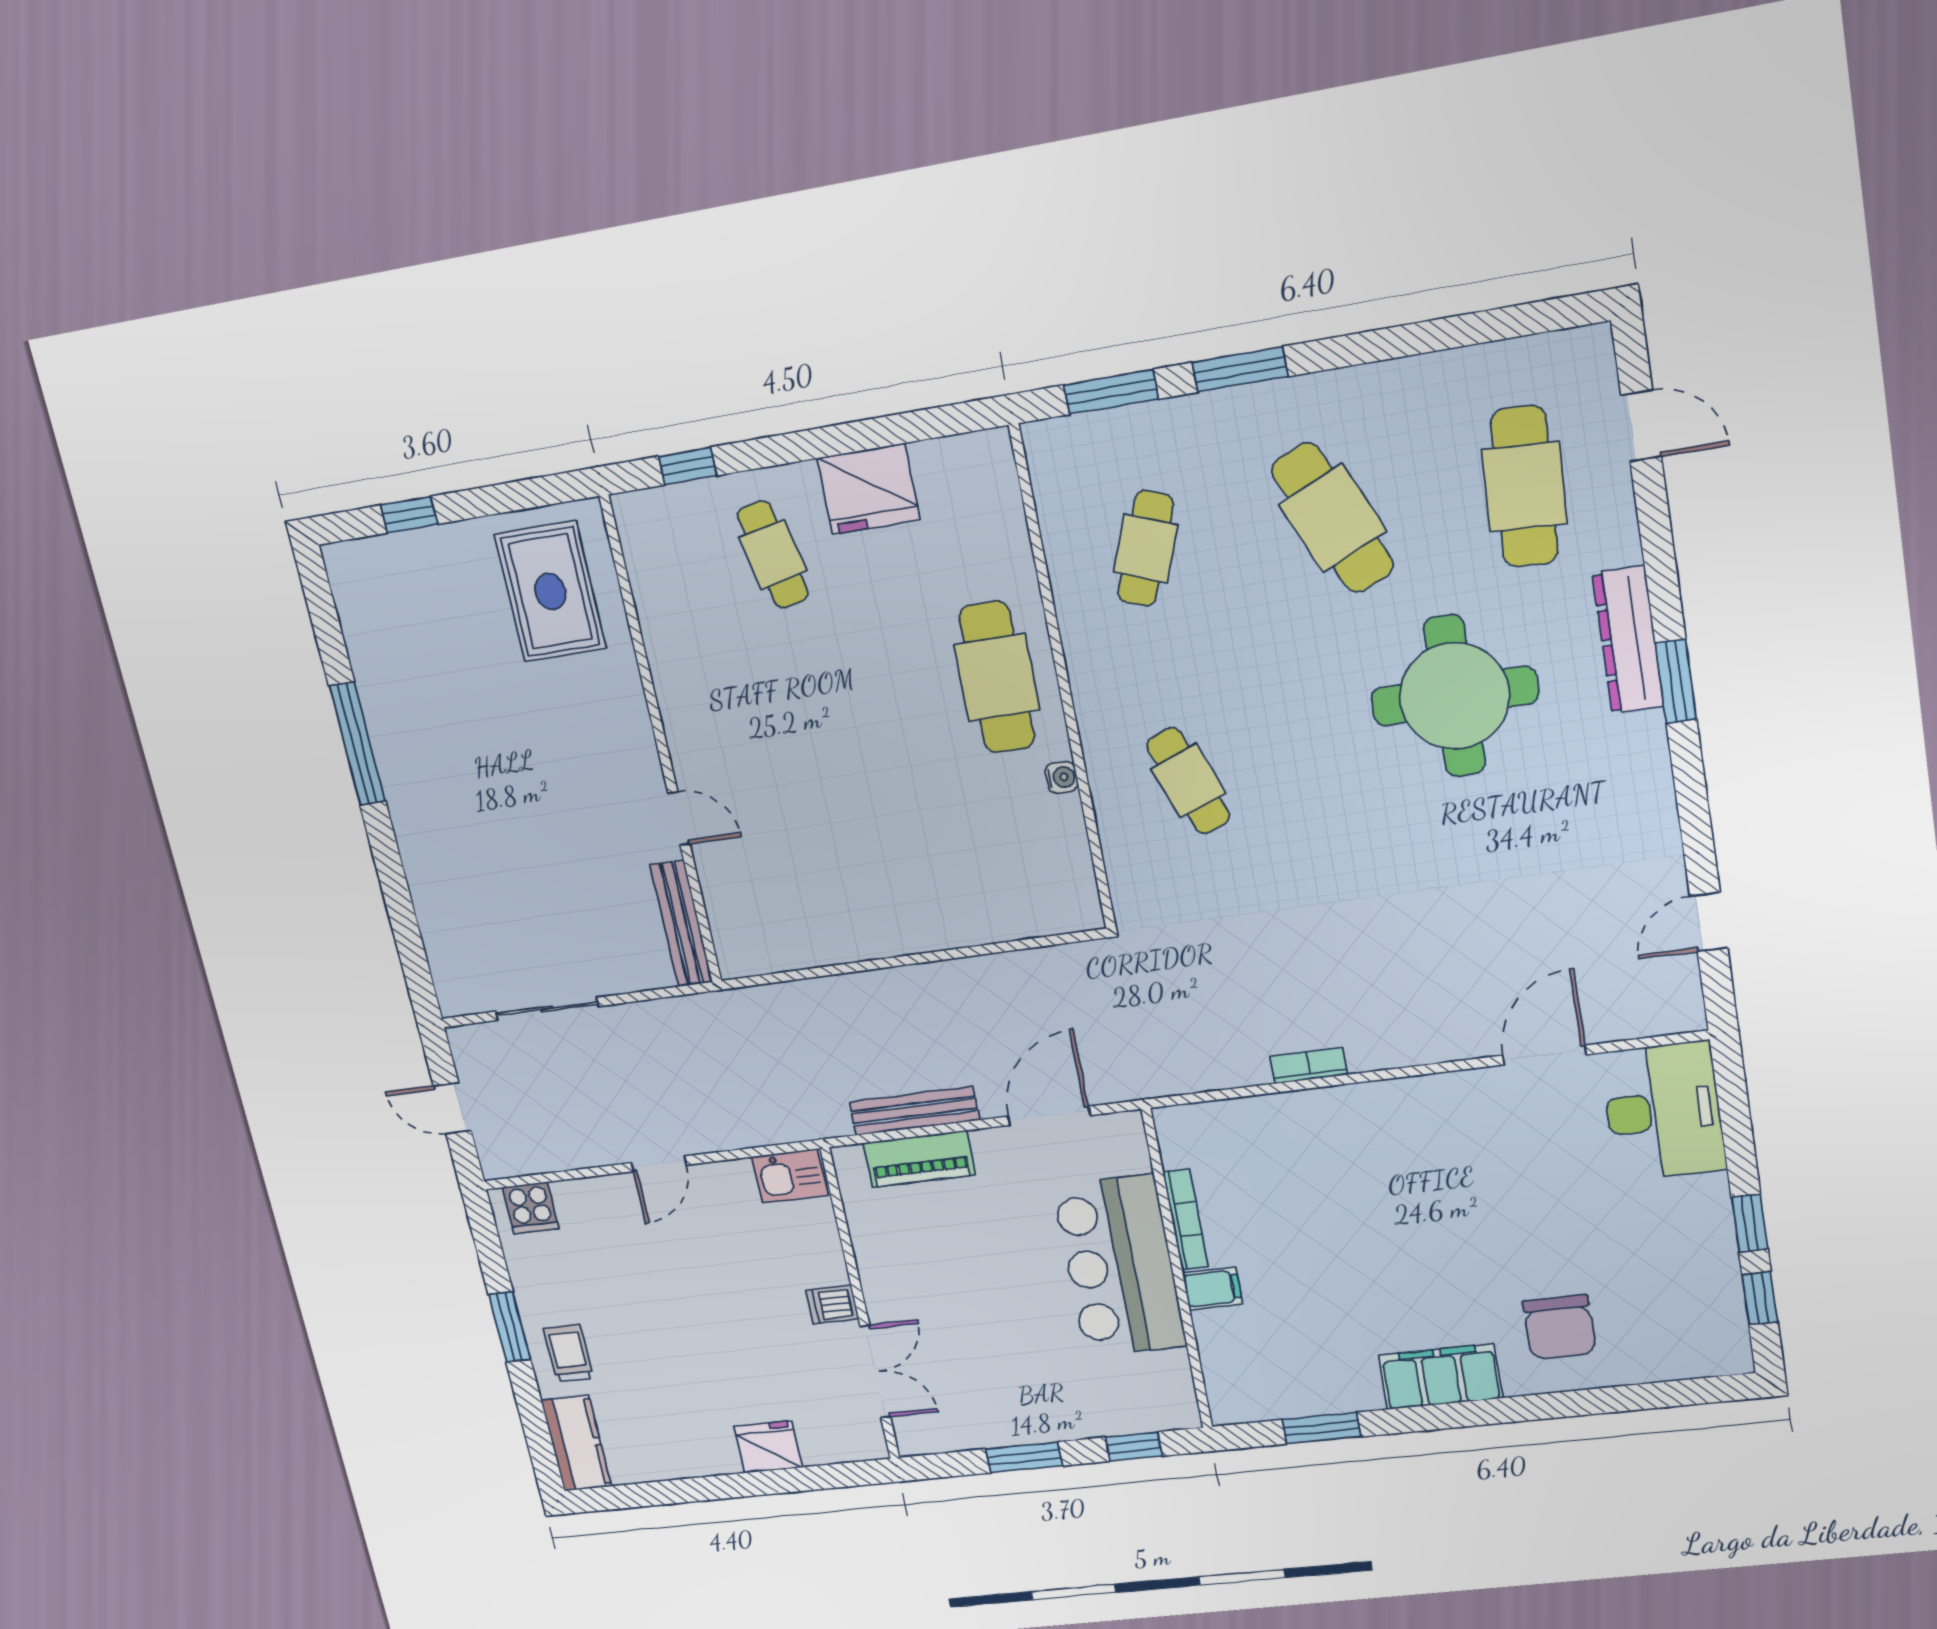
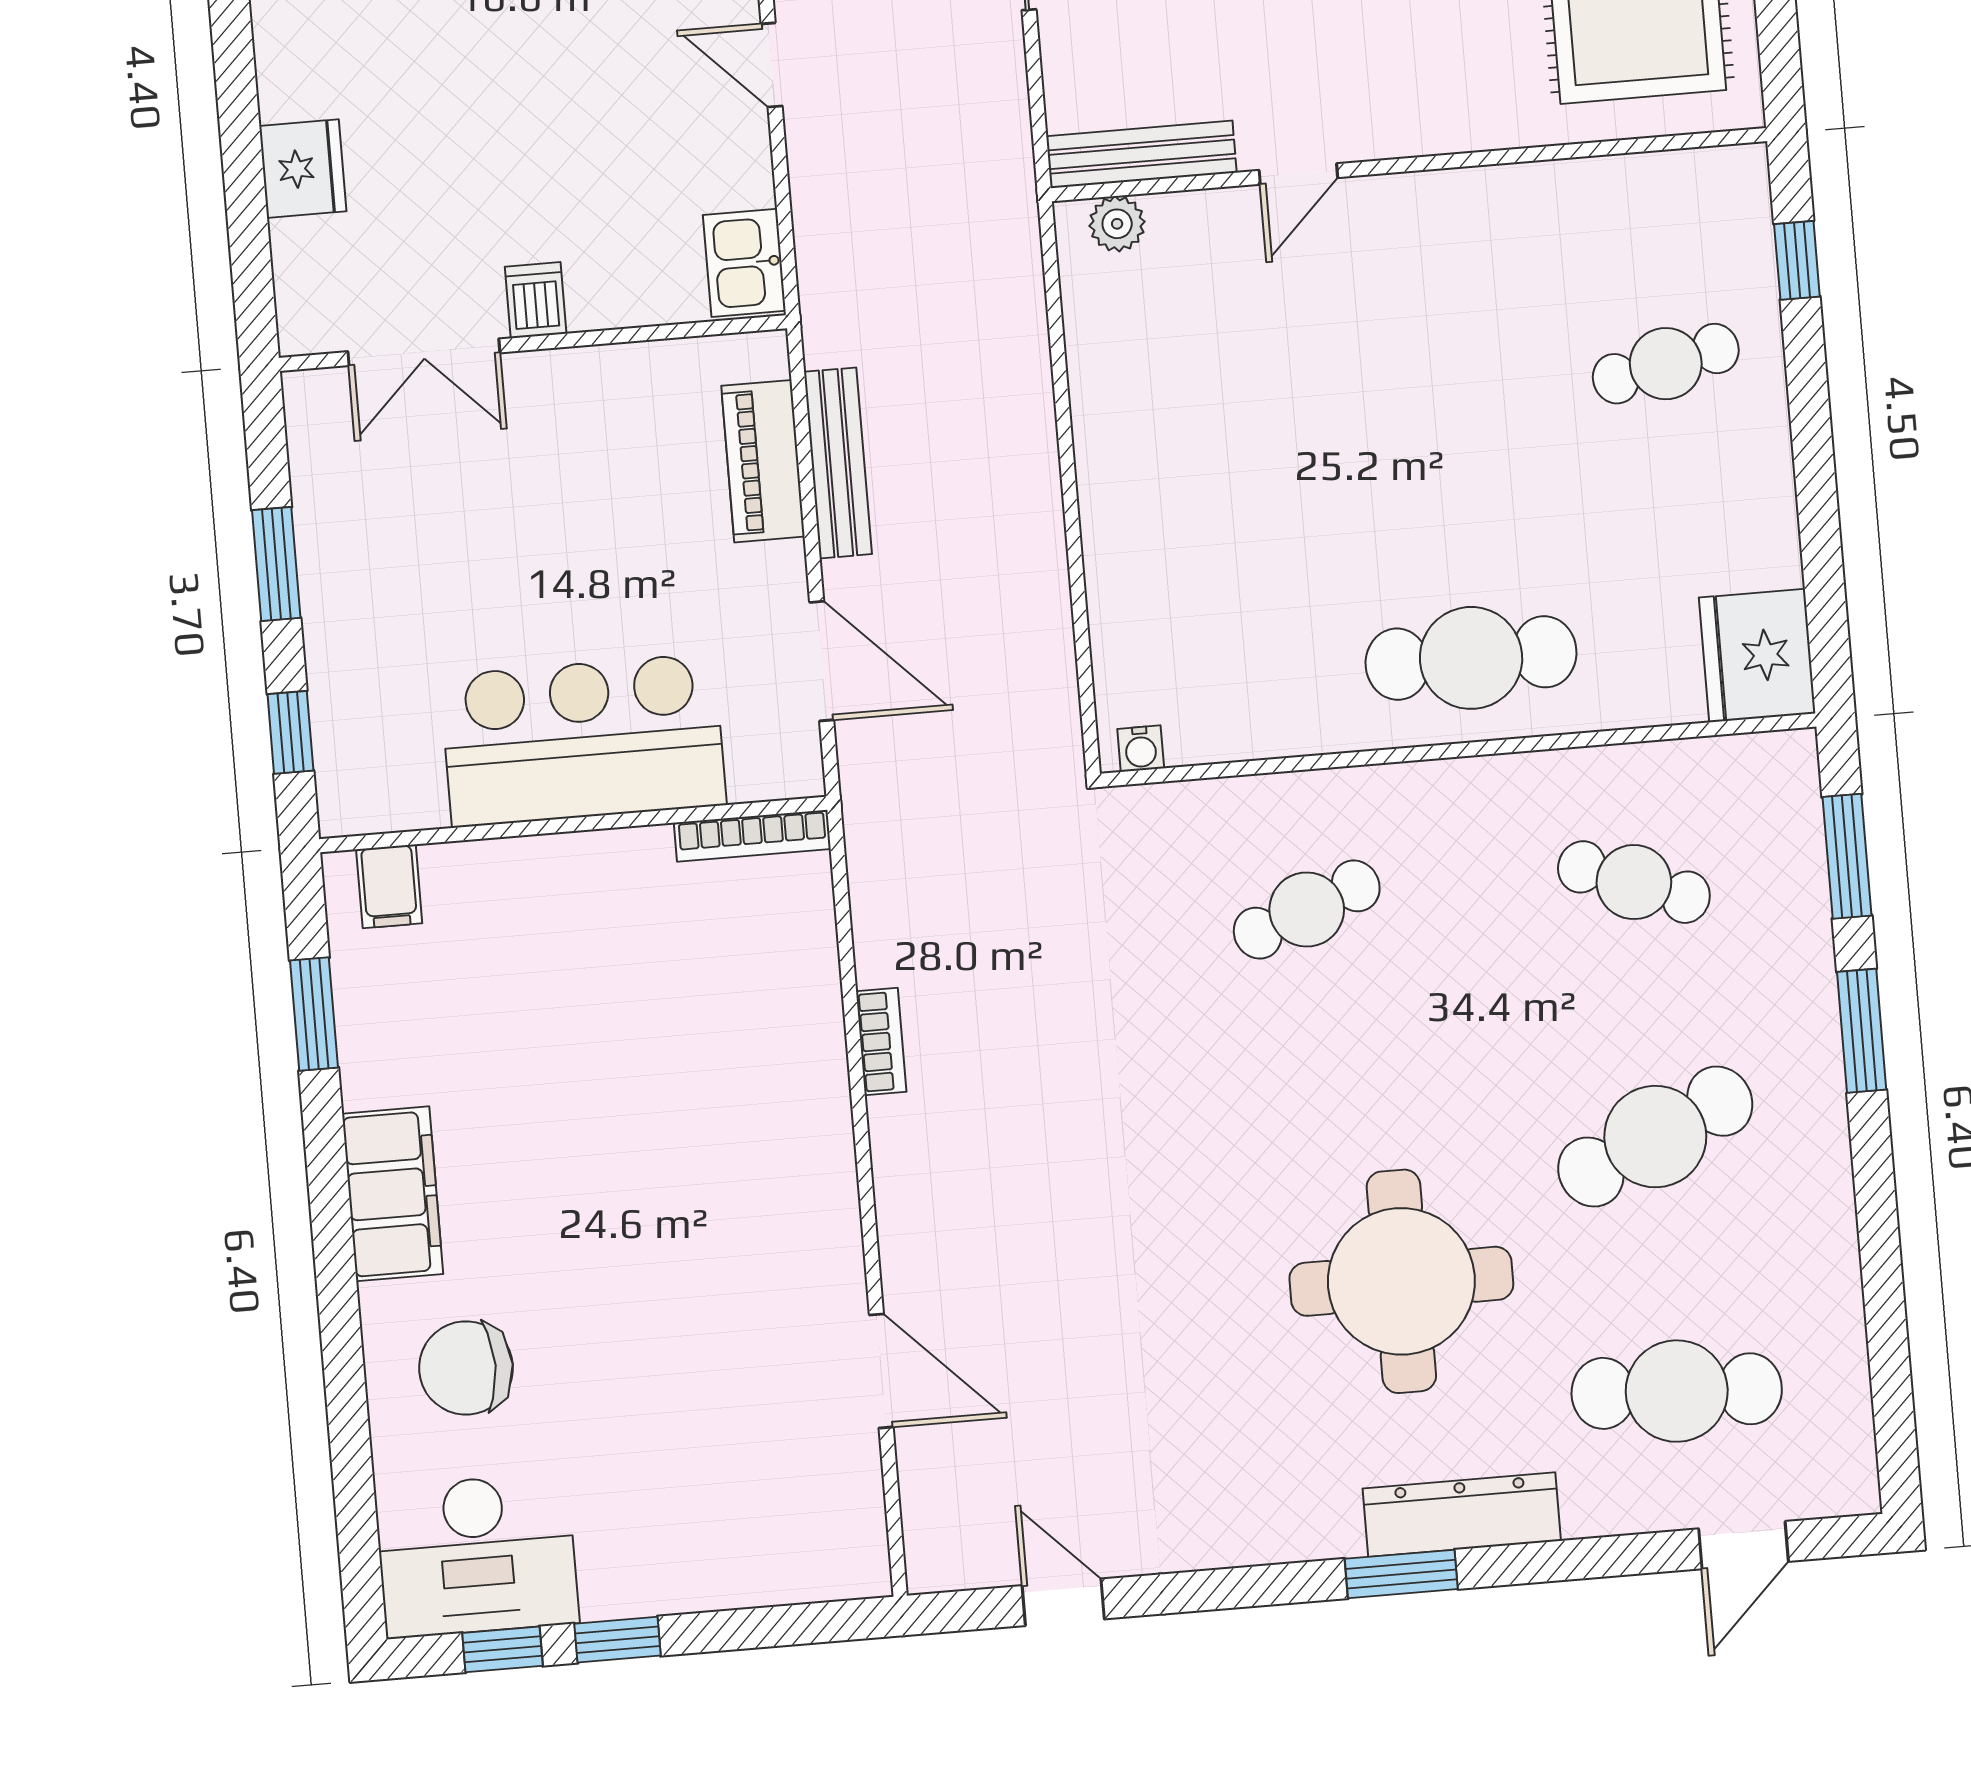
fridge: (869, 489) -> (1757, 656), moved
water cooler: (1062, 777) -> (1141, 749), moved
plant: (730, 937) -> (1117, 224), added
desk: (1663, 1111) -> (477, 1555), moved
bookcase: (1185, 1219) -> (752, 836), moved
filing cabinet: (1212, 1288) -> (389, 886), moved

